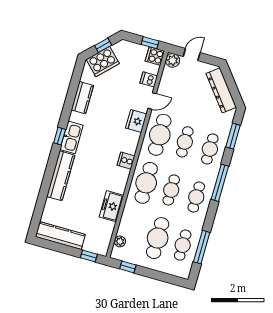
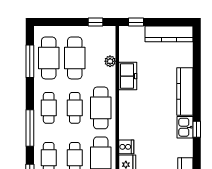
kitchen sink: (72, 137) -> (185, 127), width x0.73
cooker: (126, 161) -> (126, 147), moved
plant: (120, 241) -> (110, 61), moved
cafe table: (183, 245) -> (49, 58), width x1.37, depth x1.35

